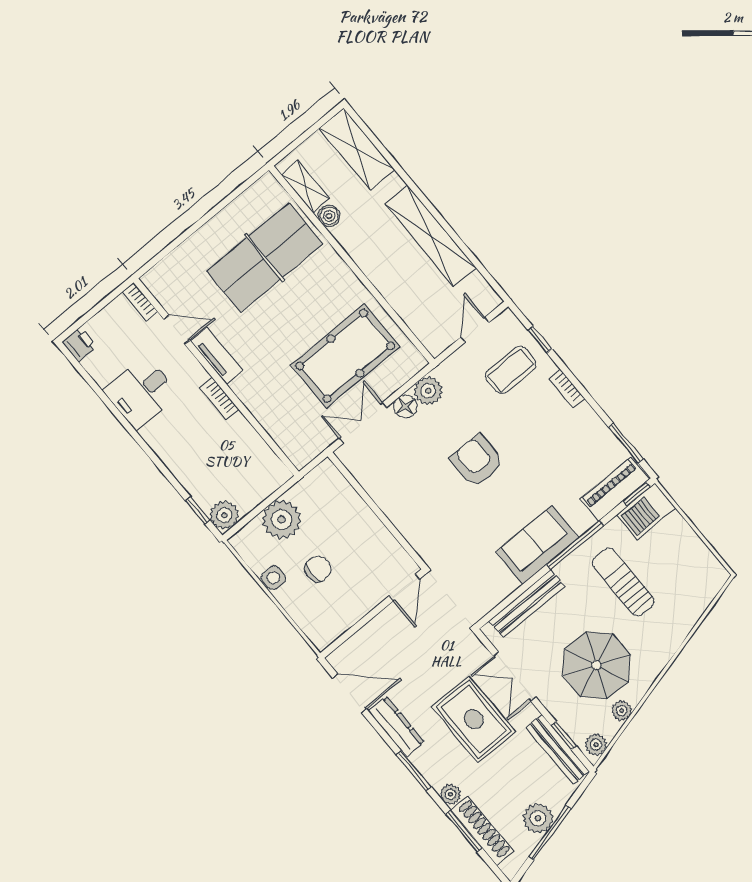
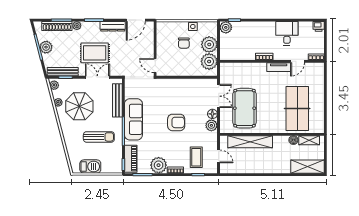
shelving: (431, 236) -> (250, 142), moved
plant: (584, 428) -> (159, 165), added
plant: (313, 494) -> (209, 61), added
barbecue: (646, 511) -> (90, 166), moved, turned 90
sofa: (537, 545) -> (133, 119), width x1.36

